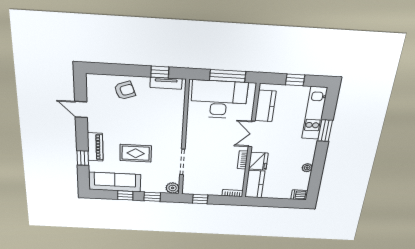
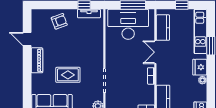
piano: (95, 147) -> (37, 60), moved
window: (83, 158) -> (27, 82), removed
fridge: (258, 161) -> (200, 67), moved, turned 180

